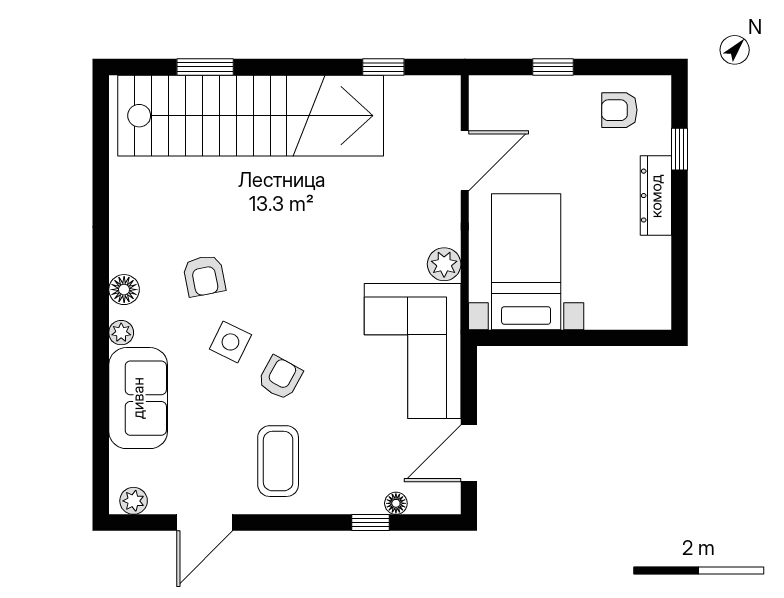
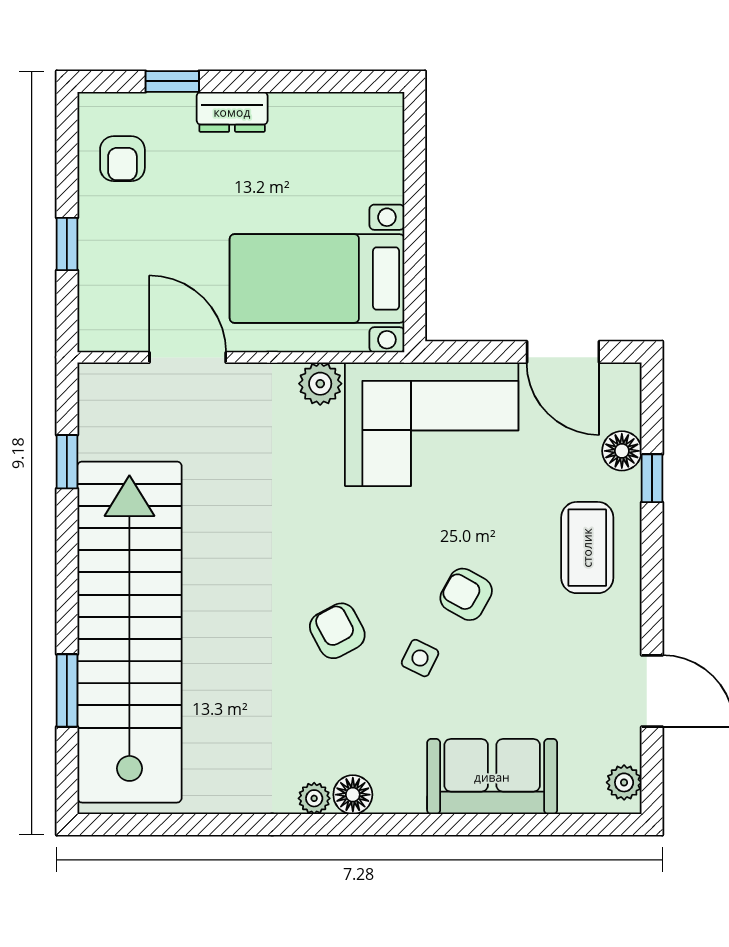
dresser: (656, 196) -> (232, 112), width x0.70
armchair: (204, 276) -> (337, 631), moved, turned -107
plant: (121, 333) -> (314, 798), moved
side table: (230, 342) -> (420, 658), width x0.73, depth x0.73
coffee table: (278, 461) -> (587, 548), moved, turned 90
floor lamp: (396, 503) -> (622, 451), width x1.37, depth x1.37

